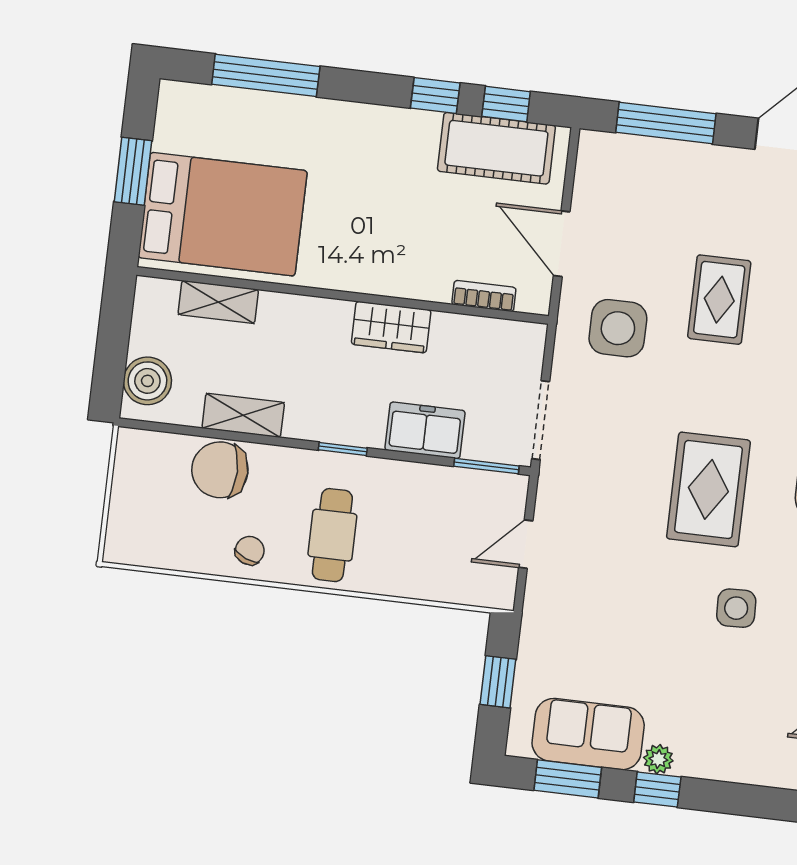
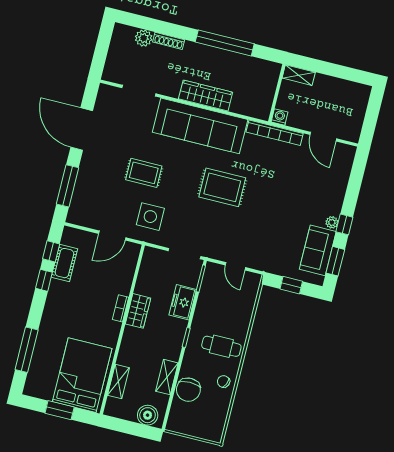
cot: (496, 148) -> (64, 263), width x0.73, depth x0.75
bookcase: (484, 296) -> (121, 308), moved
side table: (736, 608) -> (273, 182), removed

